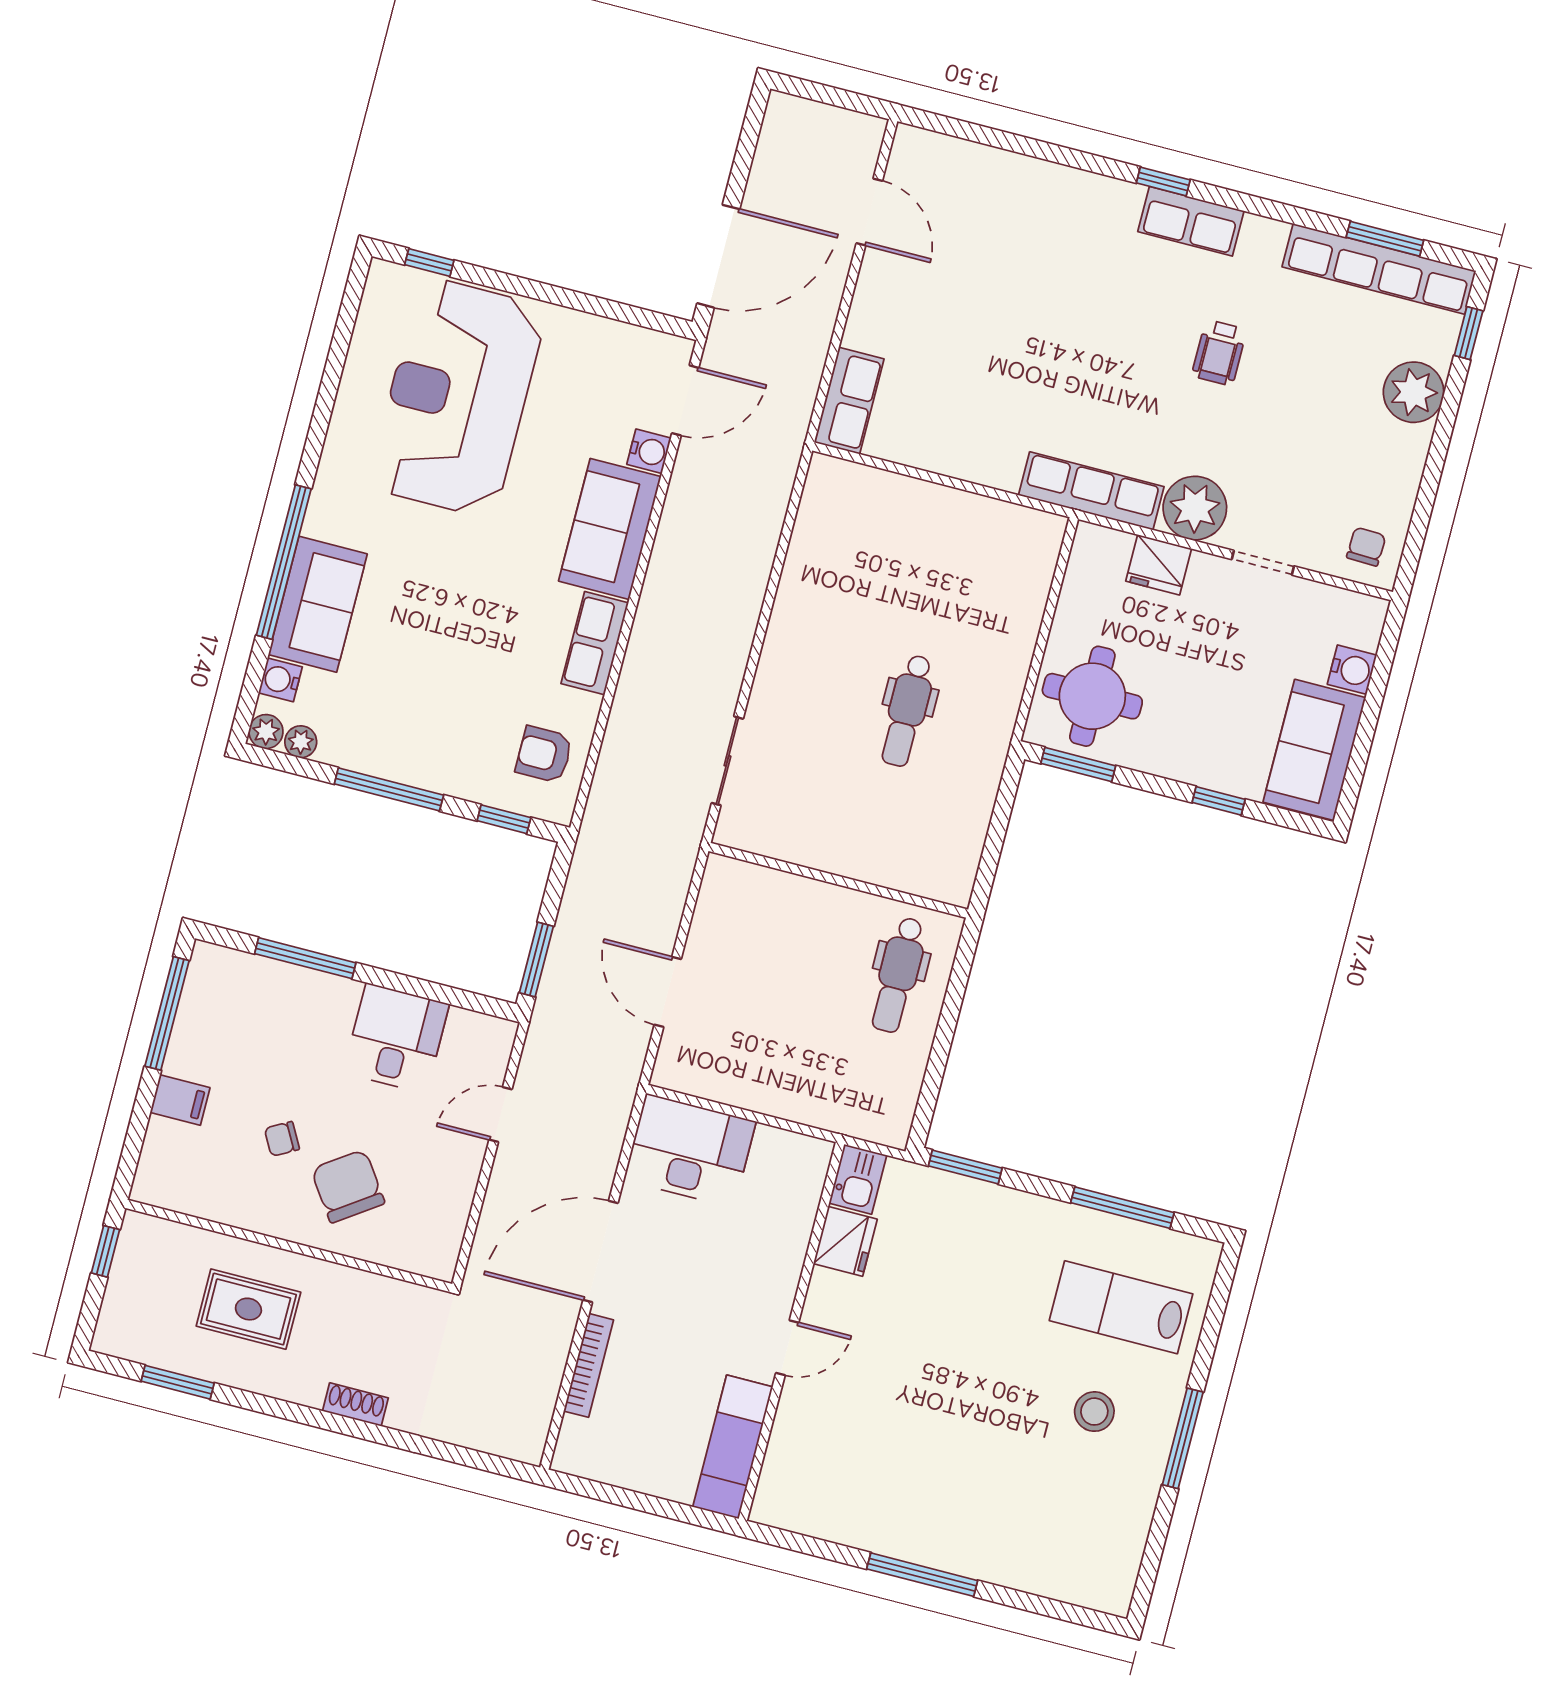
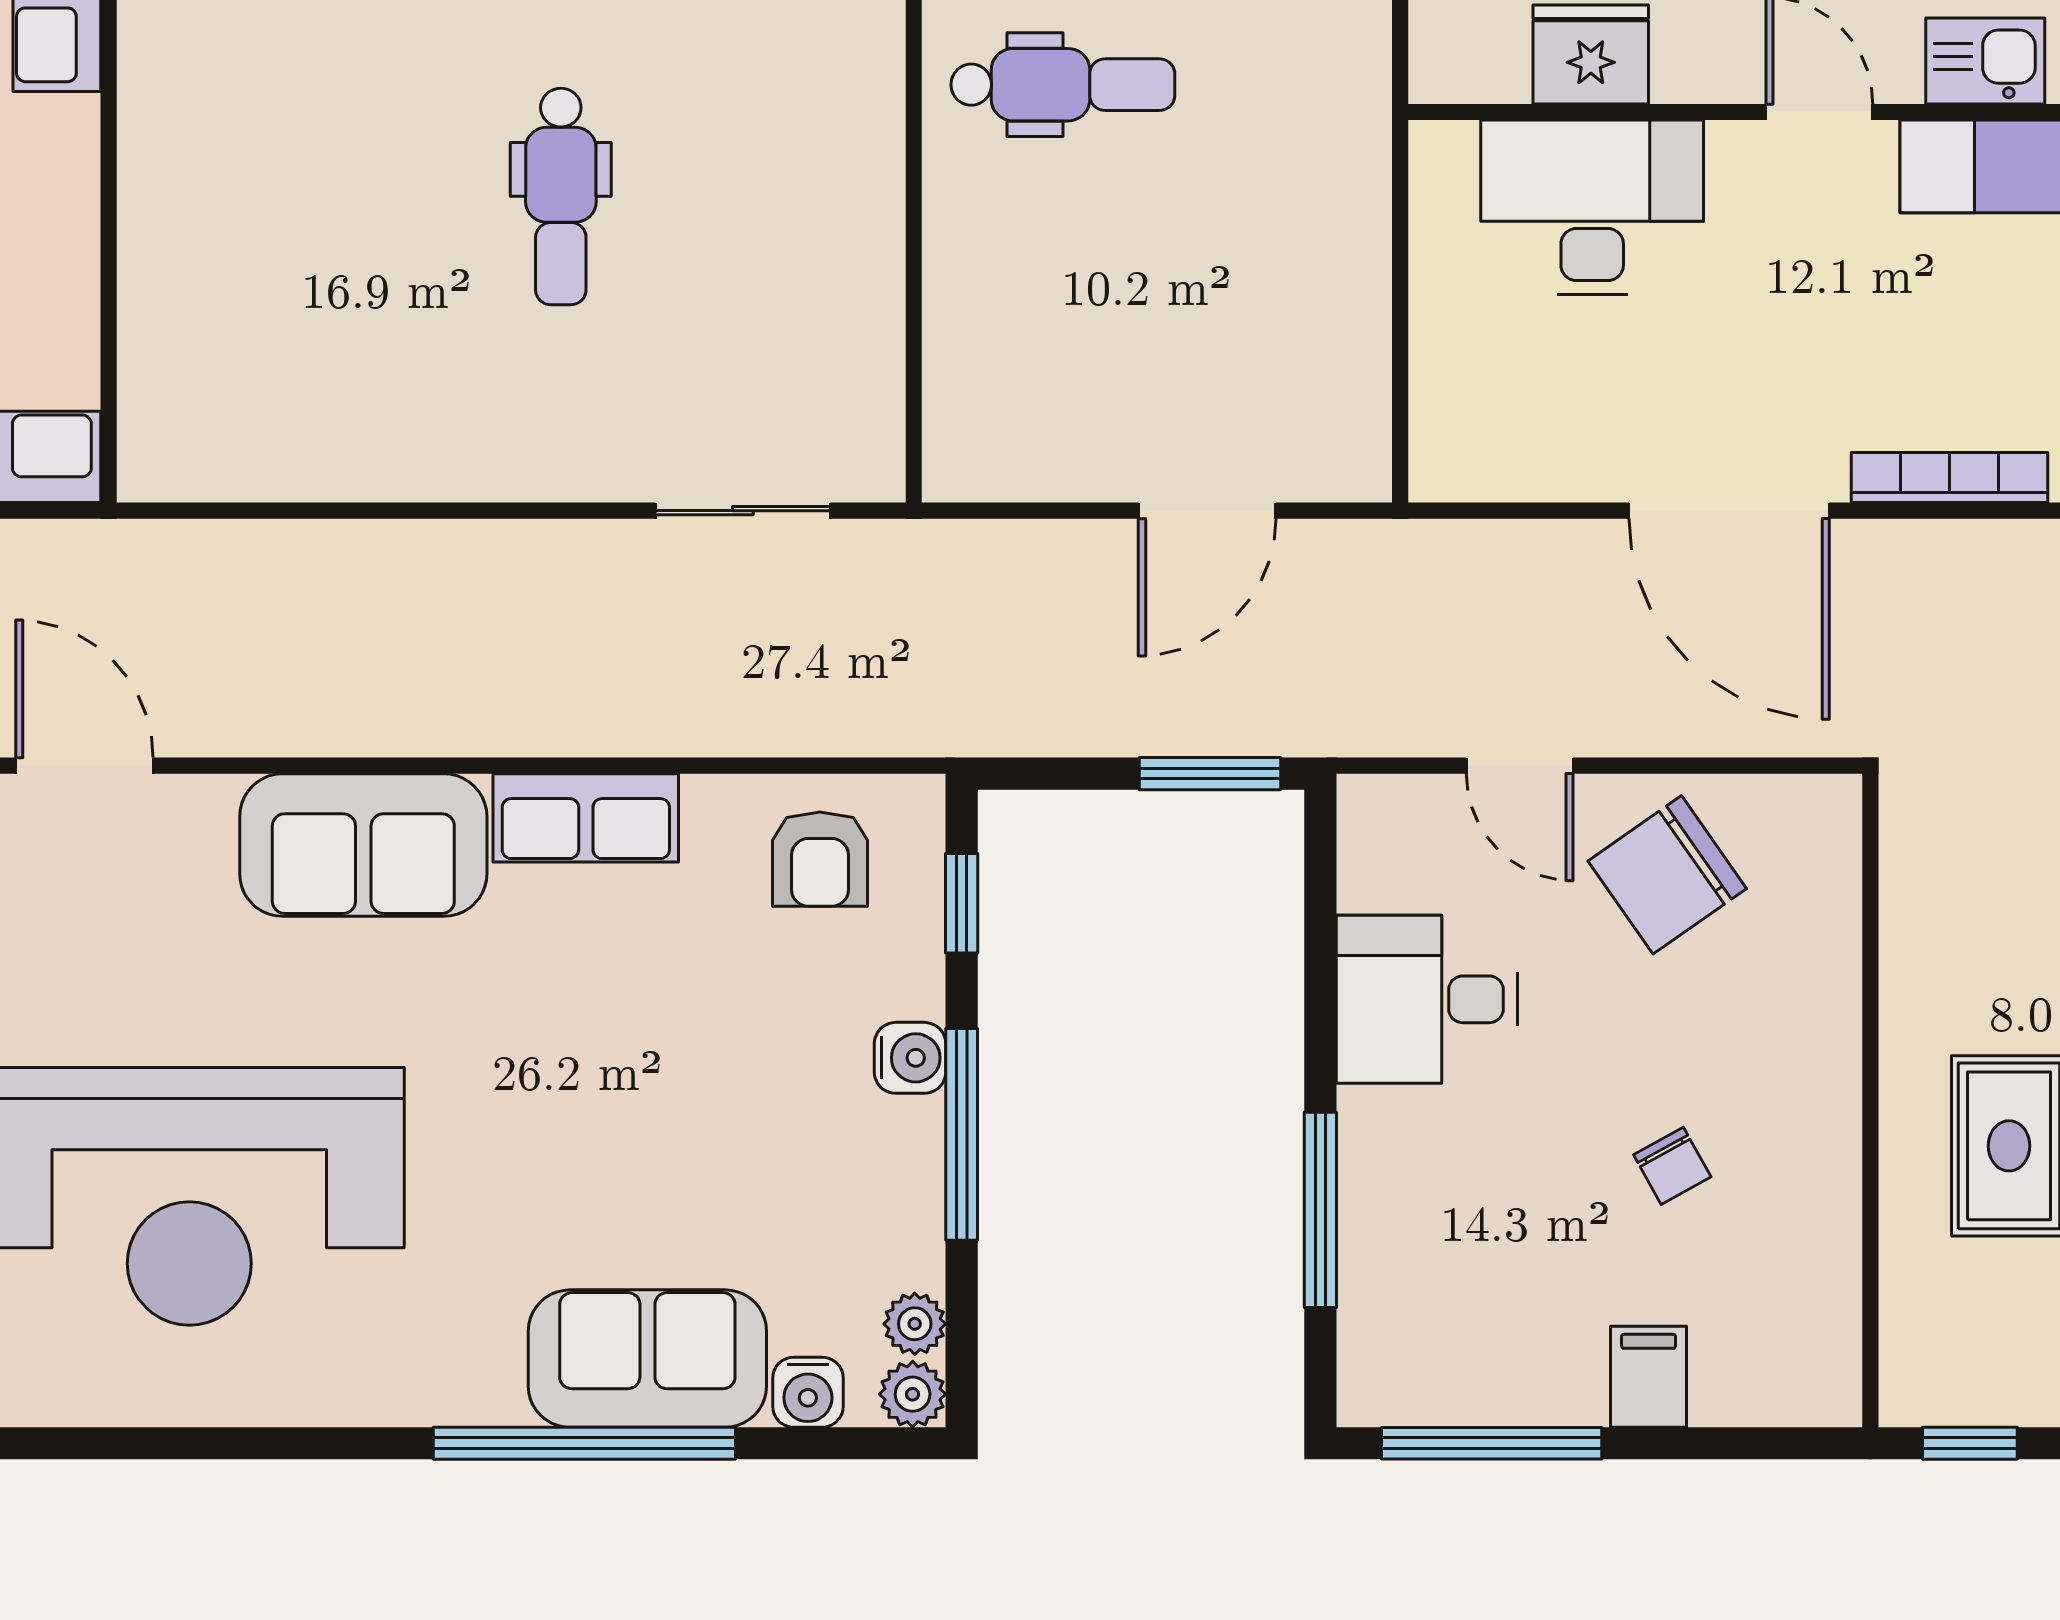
water cooler: (649, 451) -> (910, 1058), moved, turned 90
dental chair: (907, 711) -> (561, 196), turned 90
desk: (690, 1151) -> (1592, 207), moved, turned 90
kitchen sink: (858, 1179) -> (1985, 61), moved
chair: (348, 1186) -> (1667, 875), moved

